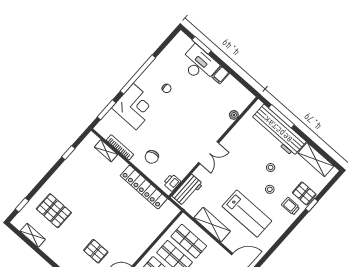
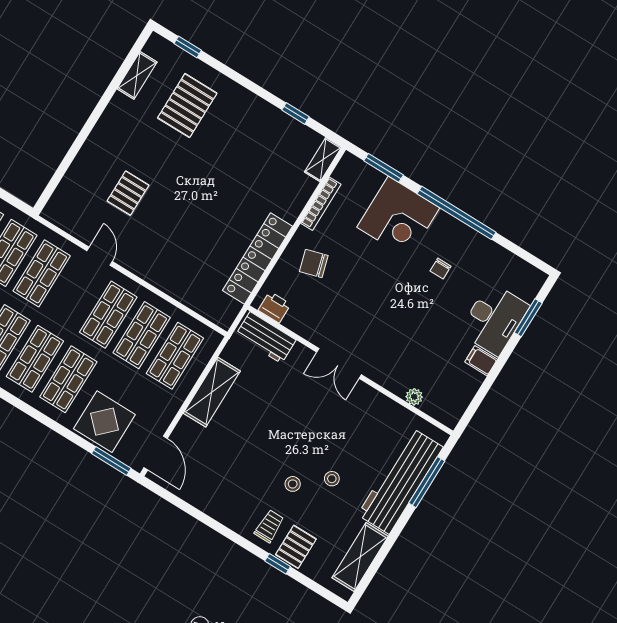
shelving: (106, 151) -> (323, 160), moved
lab bench: (247, 214) -> (242, 451), removed

